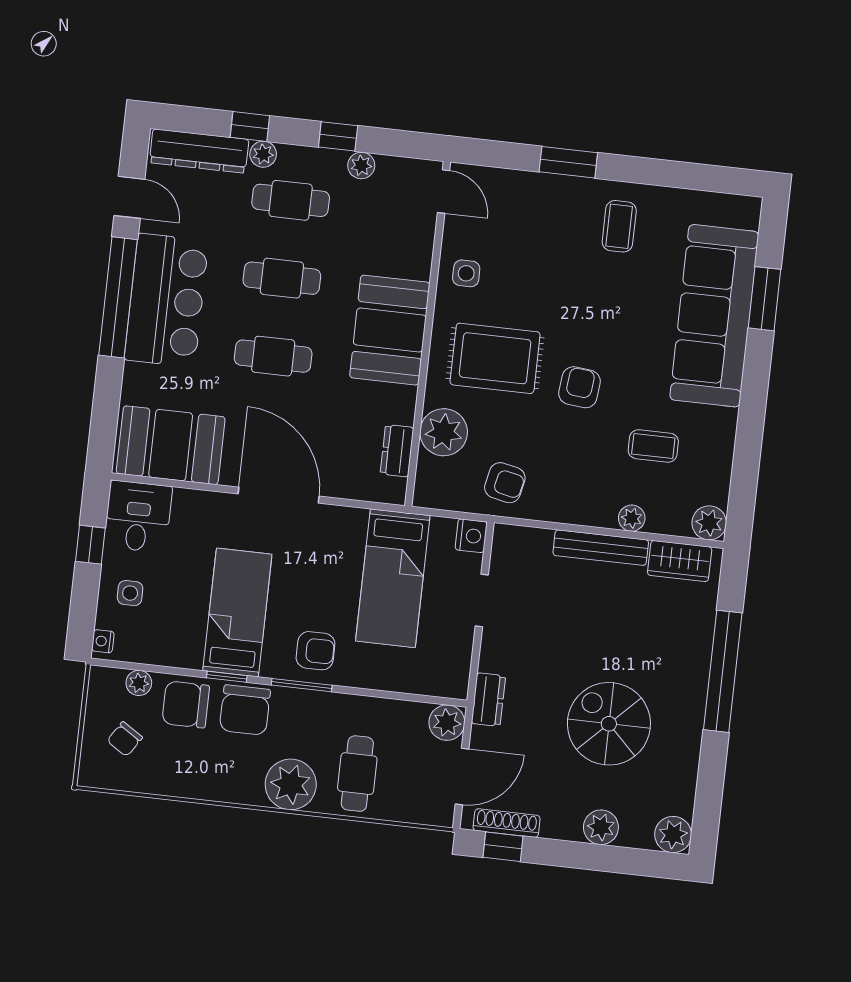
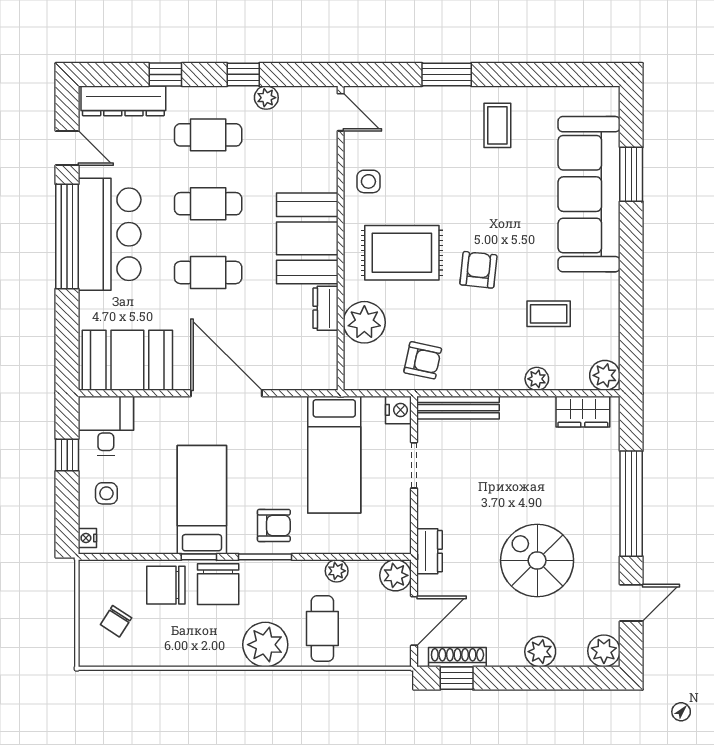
plant: (263, 154) -> (180, 97), removed
dresser: (397, 451) -> (325, 308), moved
bench: (601, 548) -> (458, 408), moved
plant: (139, 683) -> (337, 571), moved
door: (710, 784) -> (631, 603), added

